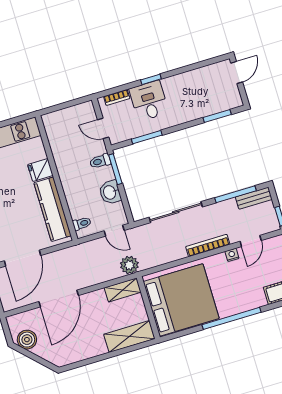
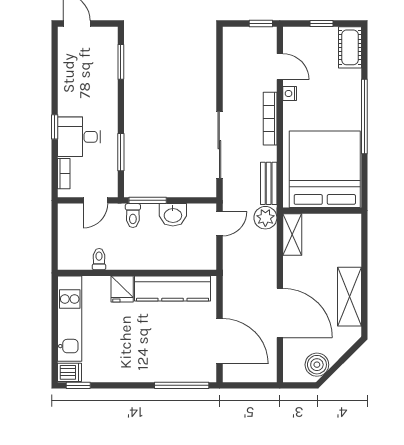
window: (235, 194) -> (219, 68), removed
bench: (254, 198) -> (269, 183), moved
toilet: (82, 224) -> (99, 259), moved
shelving: (129, 337) -> (349, 297), moved

